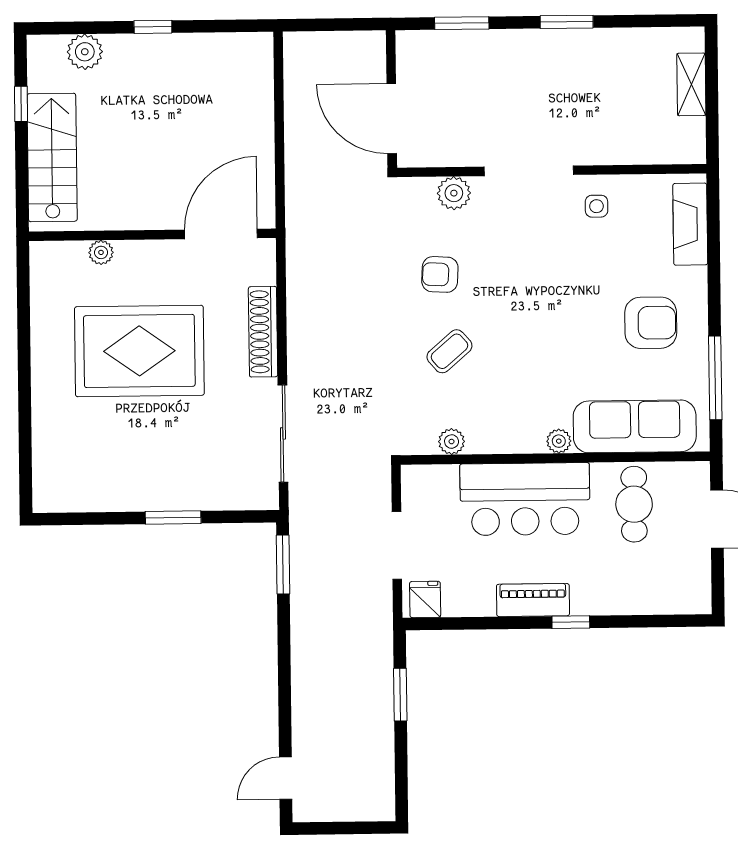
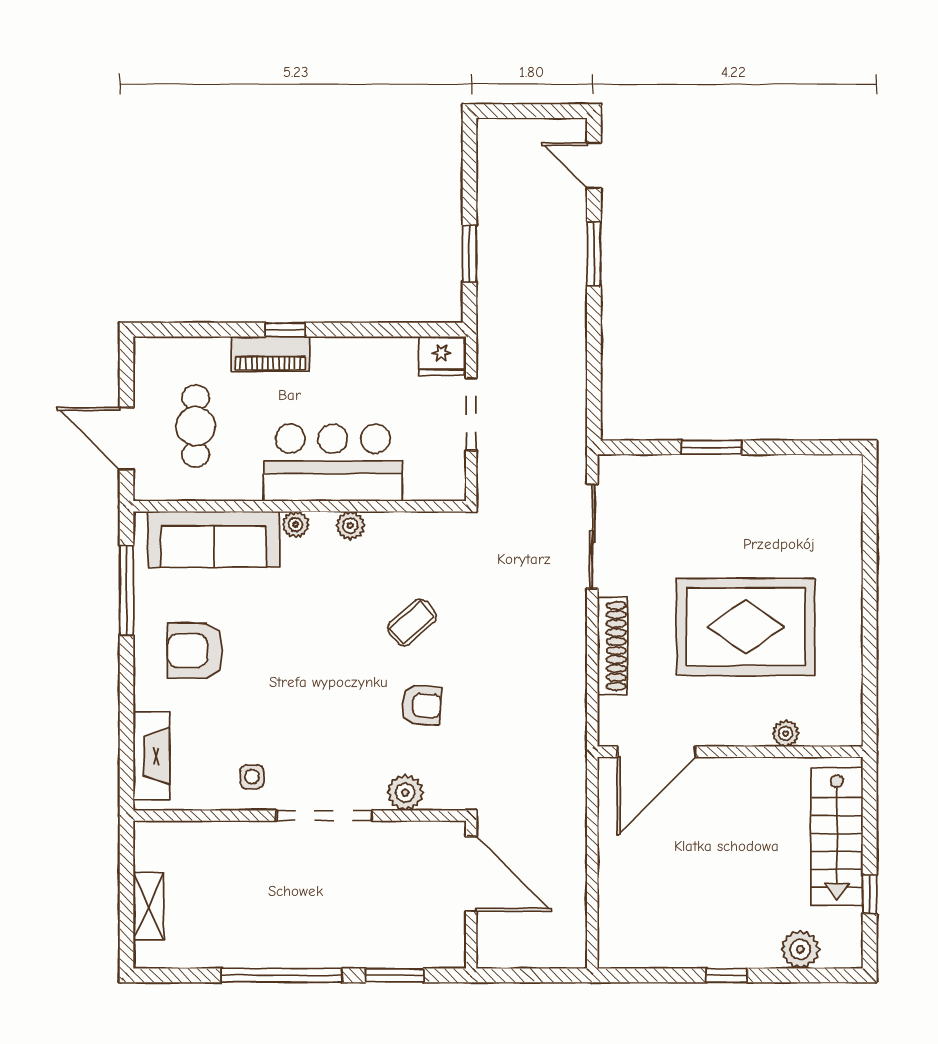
window: (567, 22) -> (282, 975), width x2.11
plant: (452, 442) -> (350, 525), moved
cafe table: (634, 504) -> (196, 426), moved
window: (283, 565) -> (594, 254), moved
fridge: (425, 599) -> (442, 356), width x1.38
piano: (533, 600) -> (270, 354), moved
door: (286, 778) -> (594, 165), swing flipped

